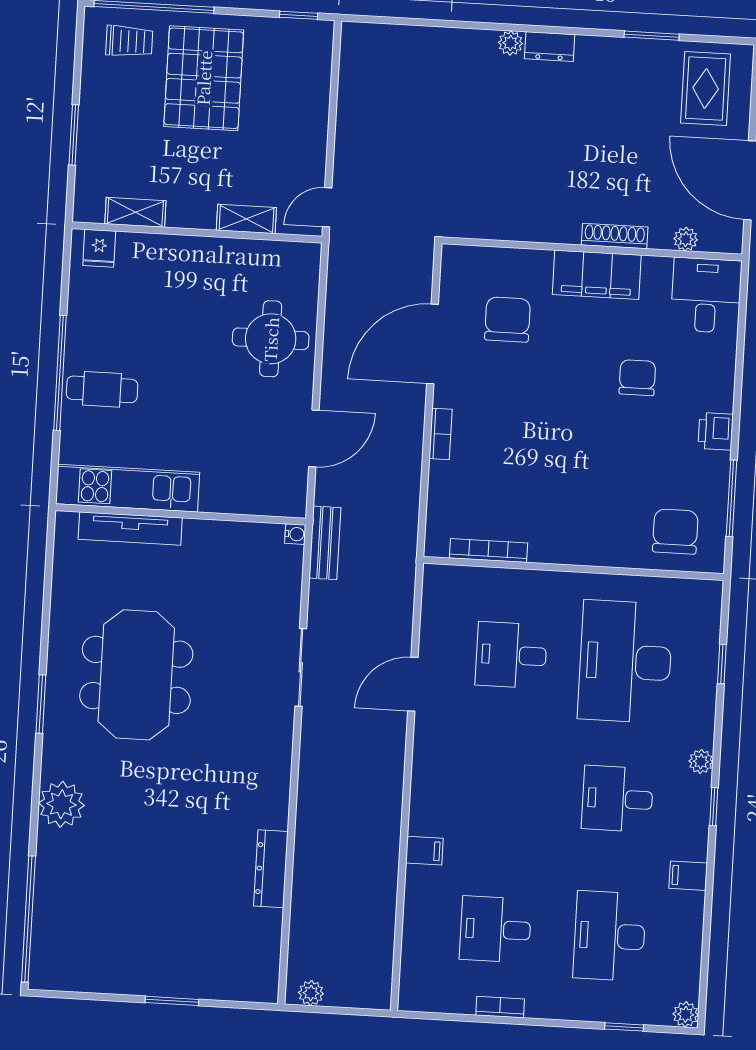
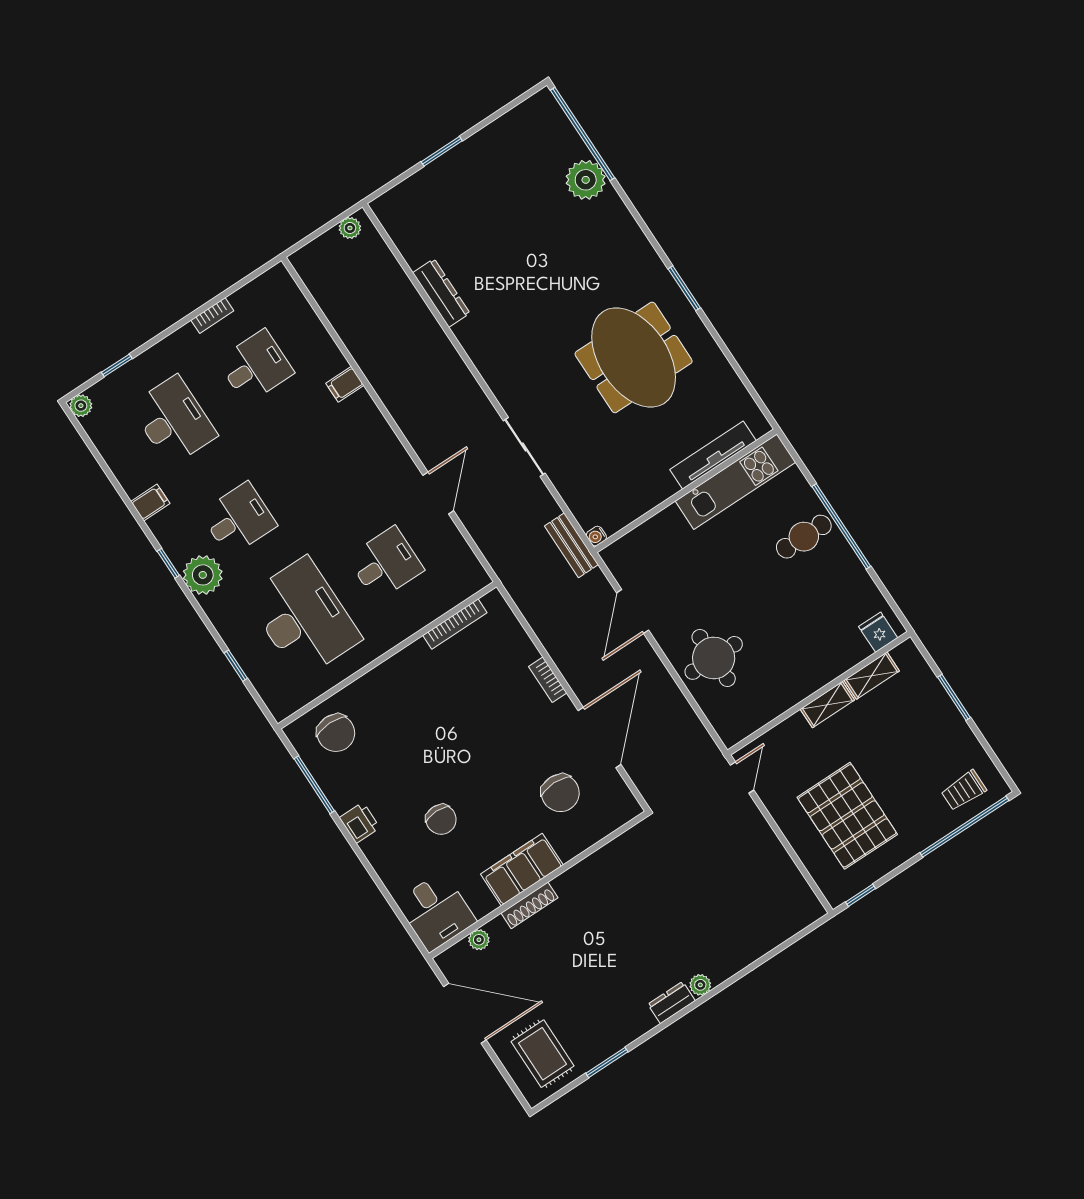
pallet: (204, 78) -> (847, 816), moved
shelving: (246, 219) -> (827, 705), moved
plant: (701, 762) -> (203, 575), width x1.88, depth x1.88
plant: (61, 804) -> (586, 180), moved

